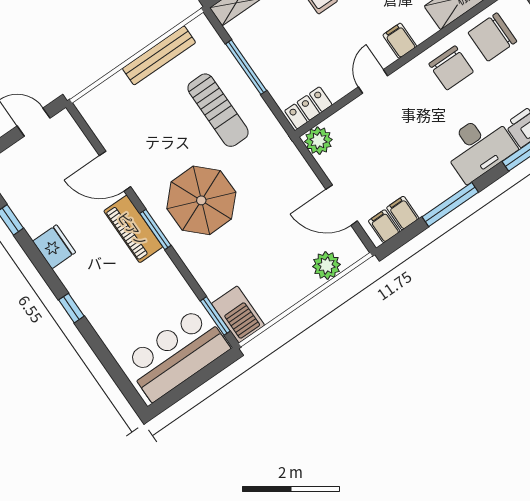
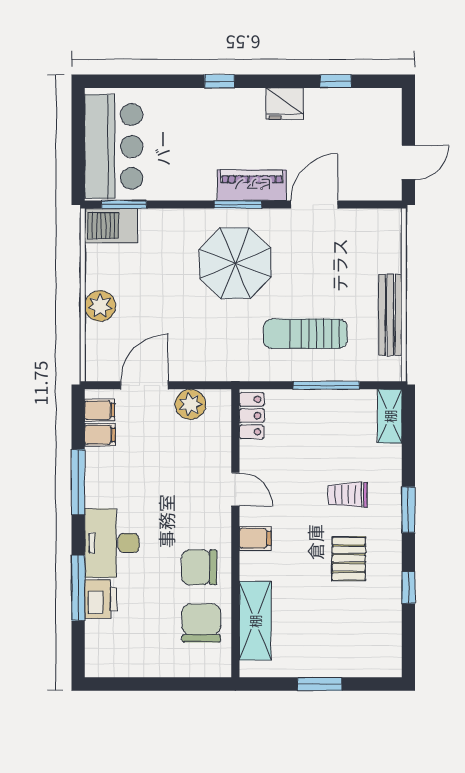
plant: (318, 141) -> (190, 404), moved
plant: (327, 266) -> (100, 306), moved

